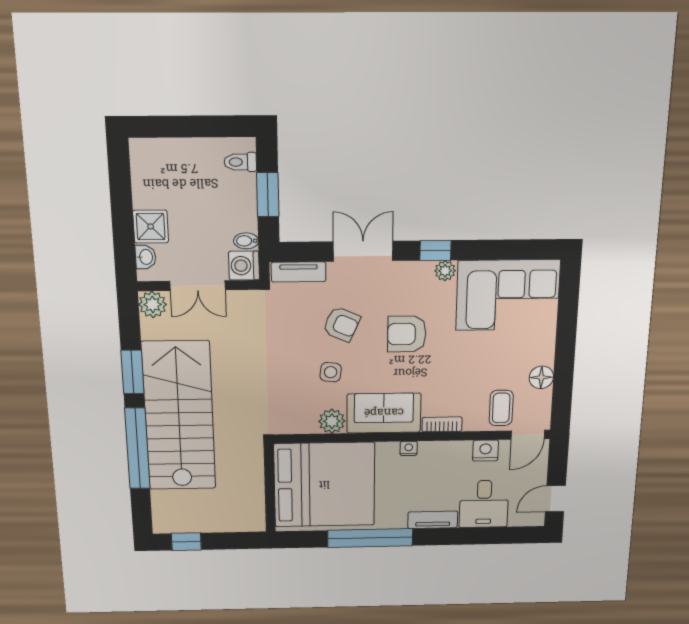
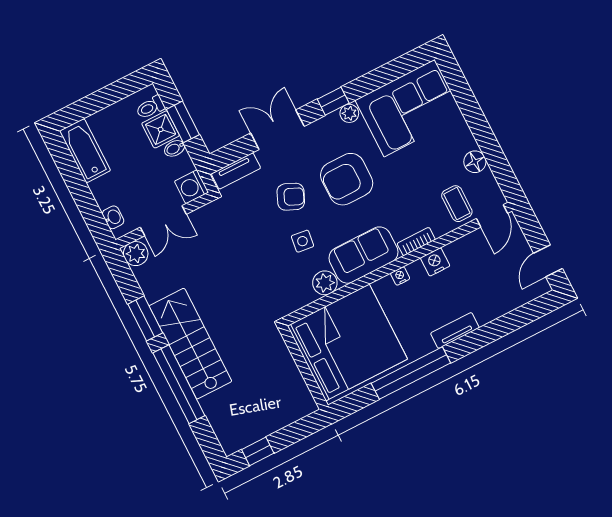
bathtub: (147, 173) -> (85, 151), added
shower: (151, 226) -> (161, 129), moved
bidet: (246, 241) -> (175, 148), moved
armchair: (407, 334) -> (347, 179), width x1.36, depth x1.36
stairs: (179, 416) -> (190, 344), width x0.73, depth x0.66
nightstand: (485, 451) -> (435, 262), moved
desk: (484, 504) -> (490, 295), removed

